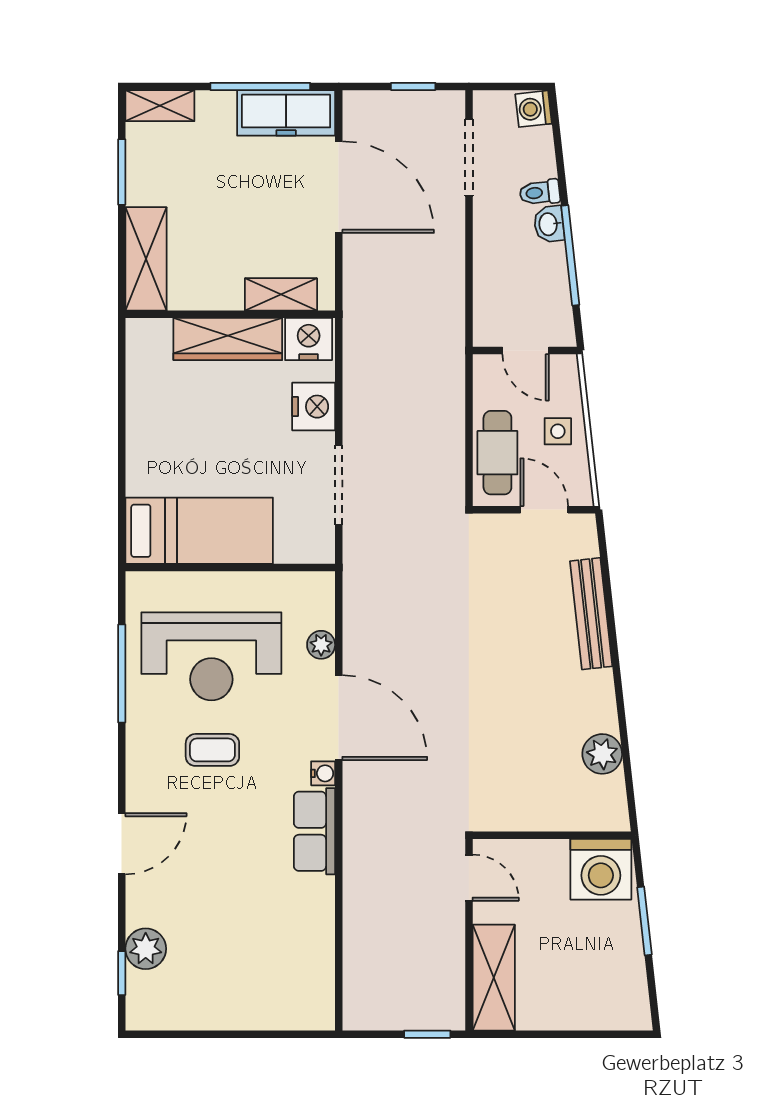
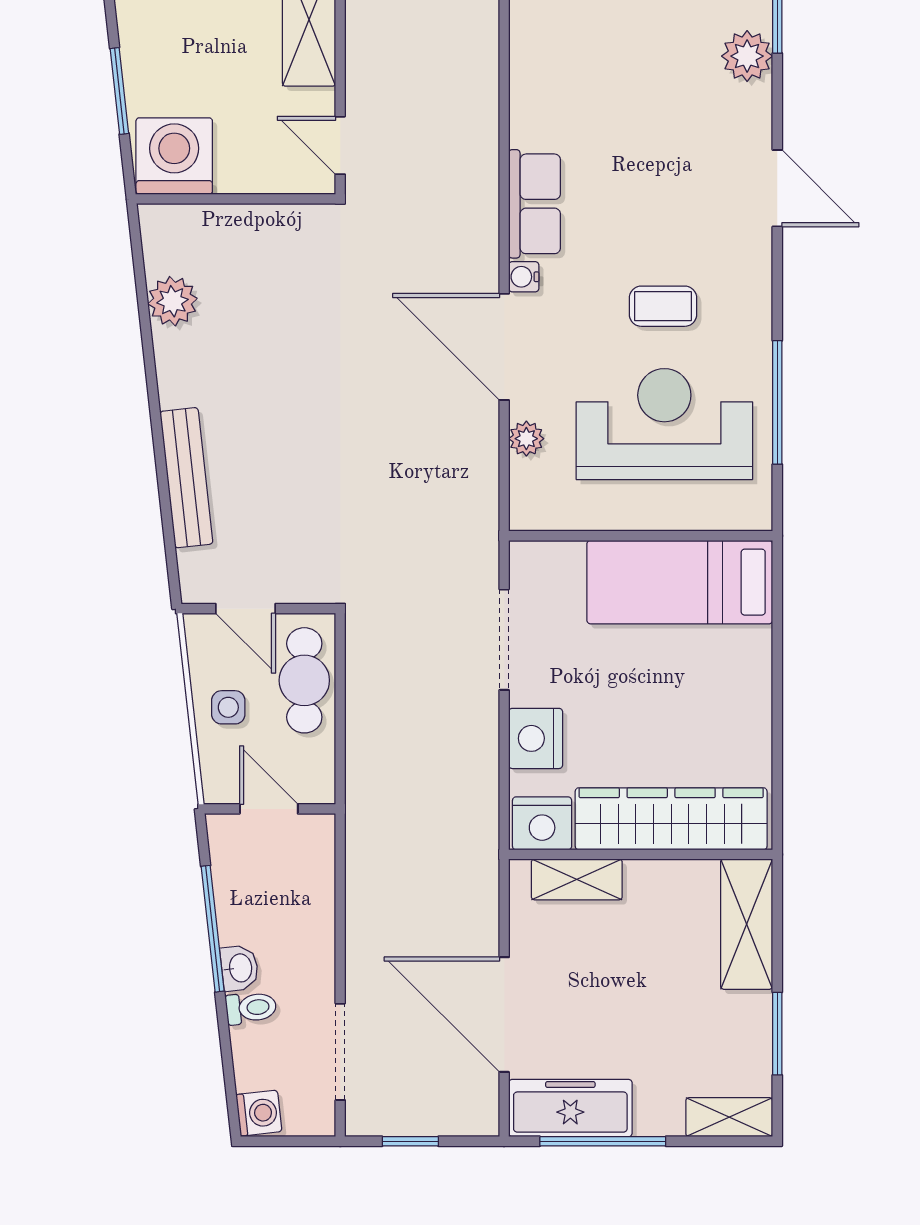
wardrobe: (228, 339) -> (671, 819), width x1.40, depth x1.17
door: (122, 844) -> (777, 188), swing flipped

